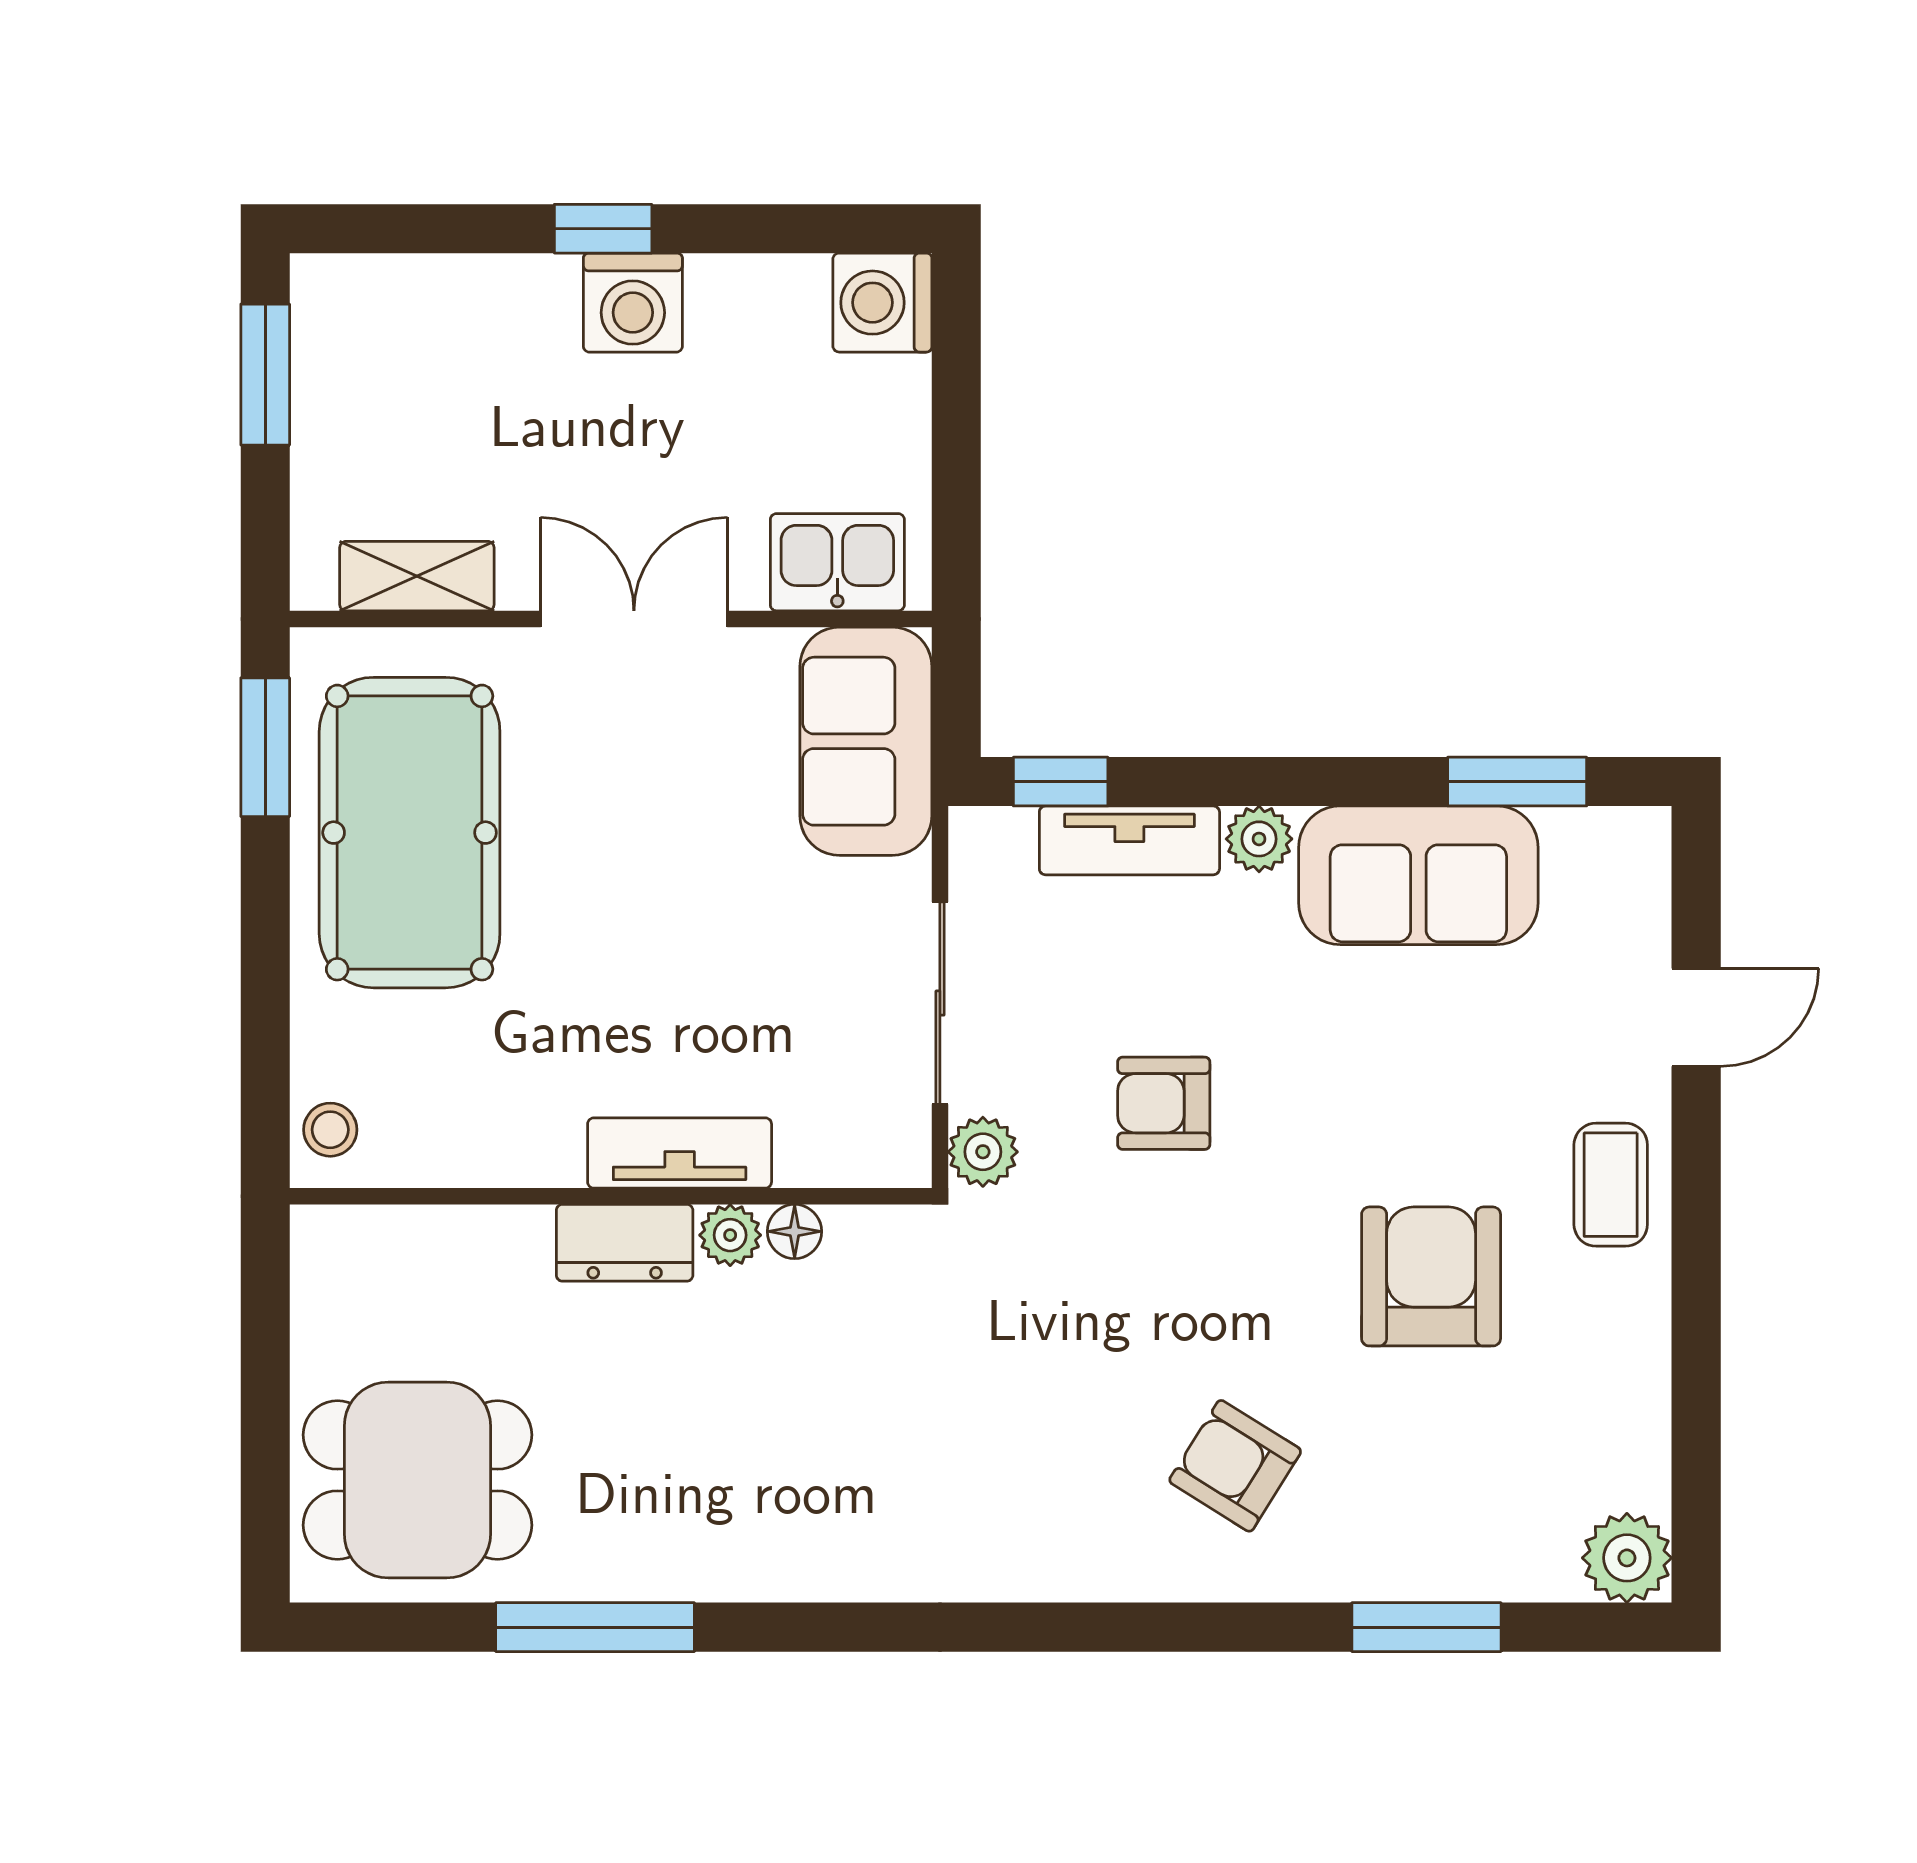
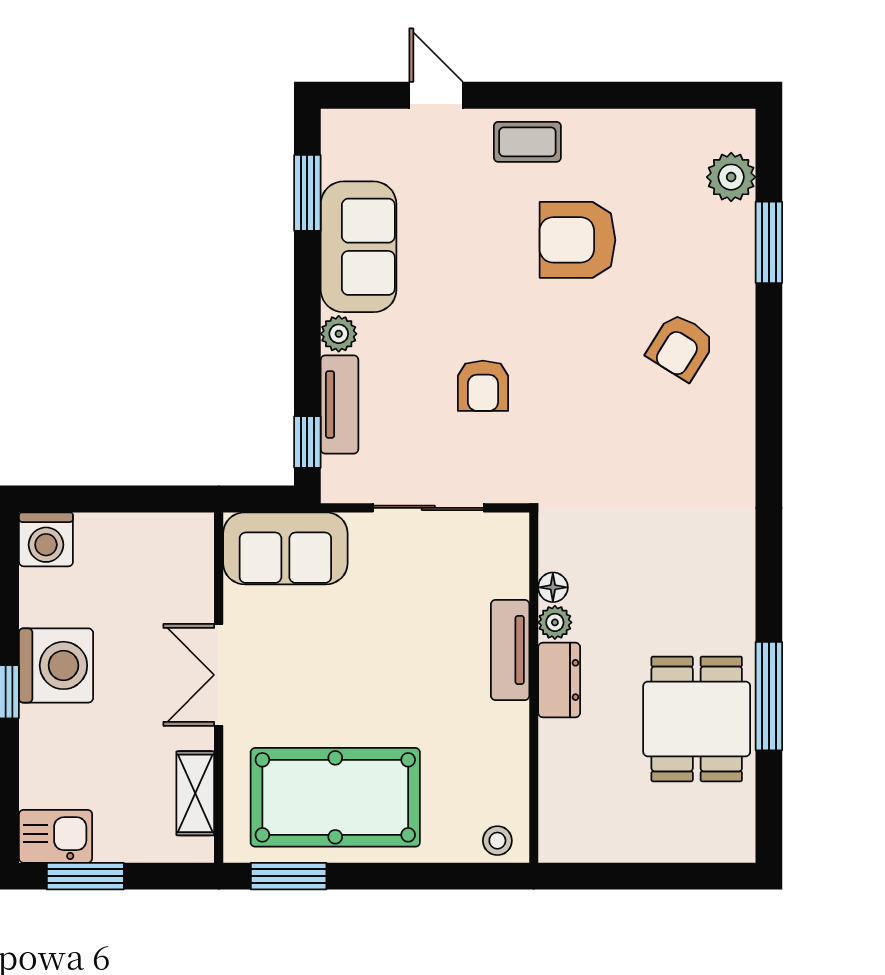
washing machine: (633, 303) -> (56, 665), width x1.37, depth x1.37
kitchen sink: (837, 562) -> (56, 836), moved, turned 90
plant: (983, 1152) -> (509, 484), removed
dining table: (417, 1480) -> (697, 719), moved
plant: (1627, 1558) -> (731, 177), moved

